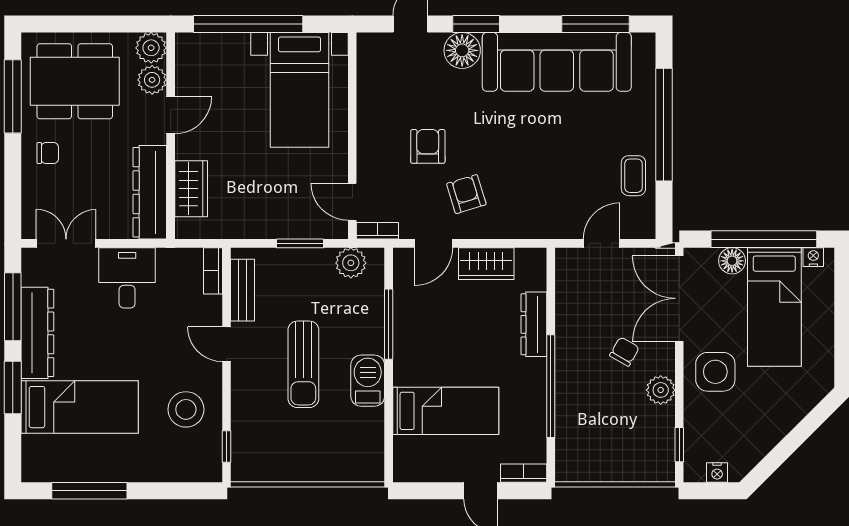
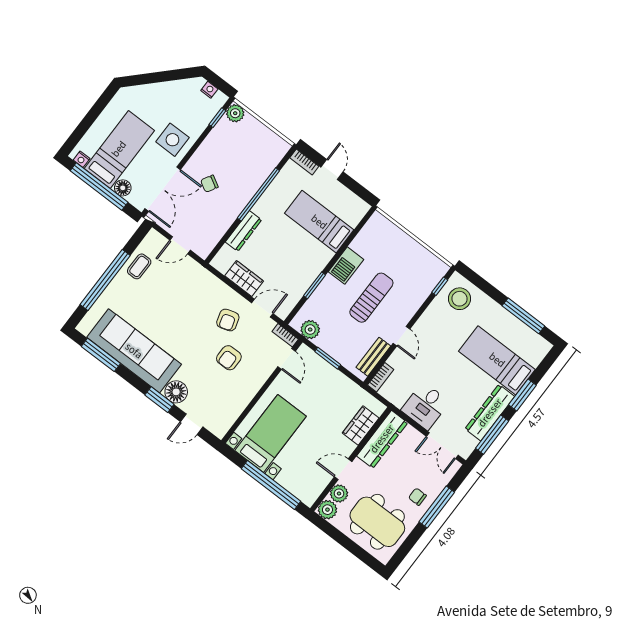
window: (13, 96) -> (437, 507), moved
window: (389, 324) -> (315, 285), width x0.69
plant: (661, 390) -> (235, 113), moved
stool: (186, 409) -> (459, 299), moved

